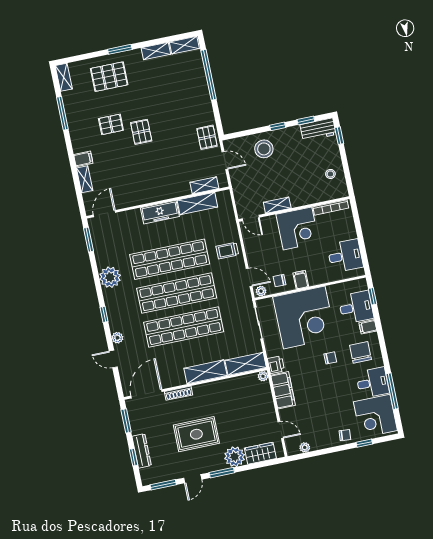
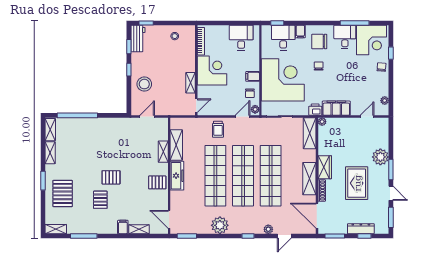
pallet: (207, 137) -> (157, 182), moved
shelving: (204, 185) -> (163, 152), moved
shelving: (205, 372) -> (309, 179), moved
wardrobe: (260, 453) -> (325, 167), moved, turned 180

